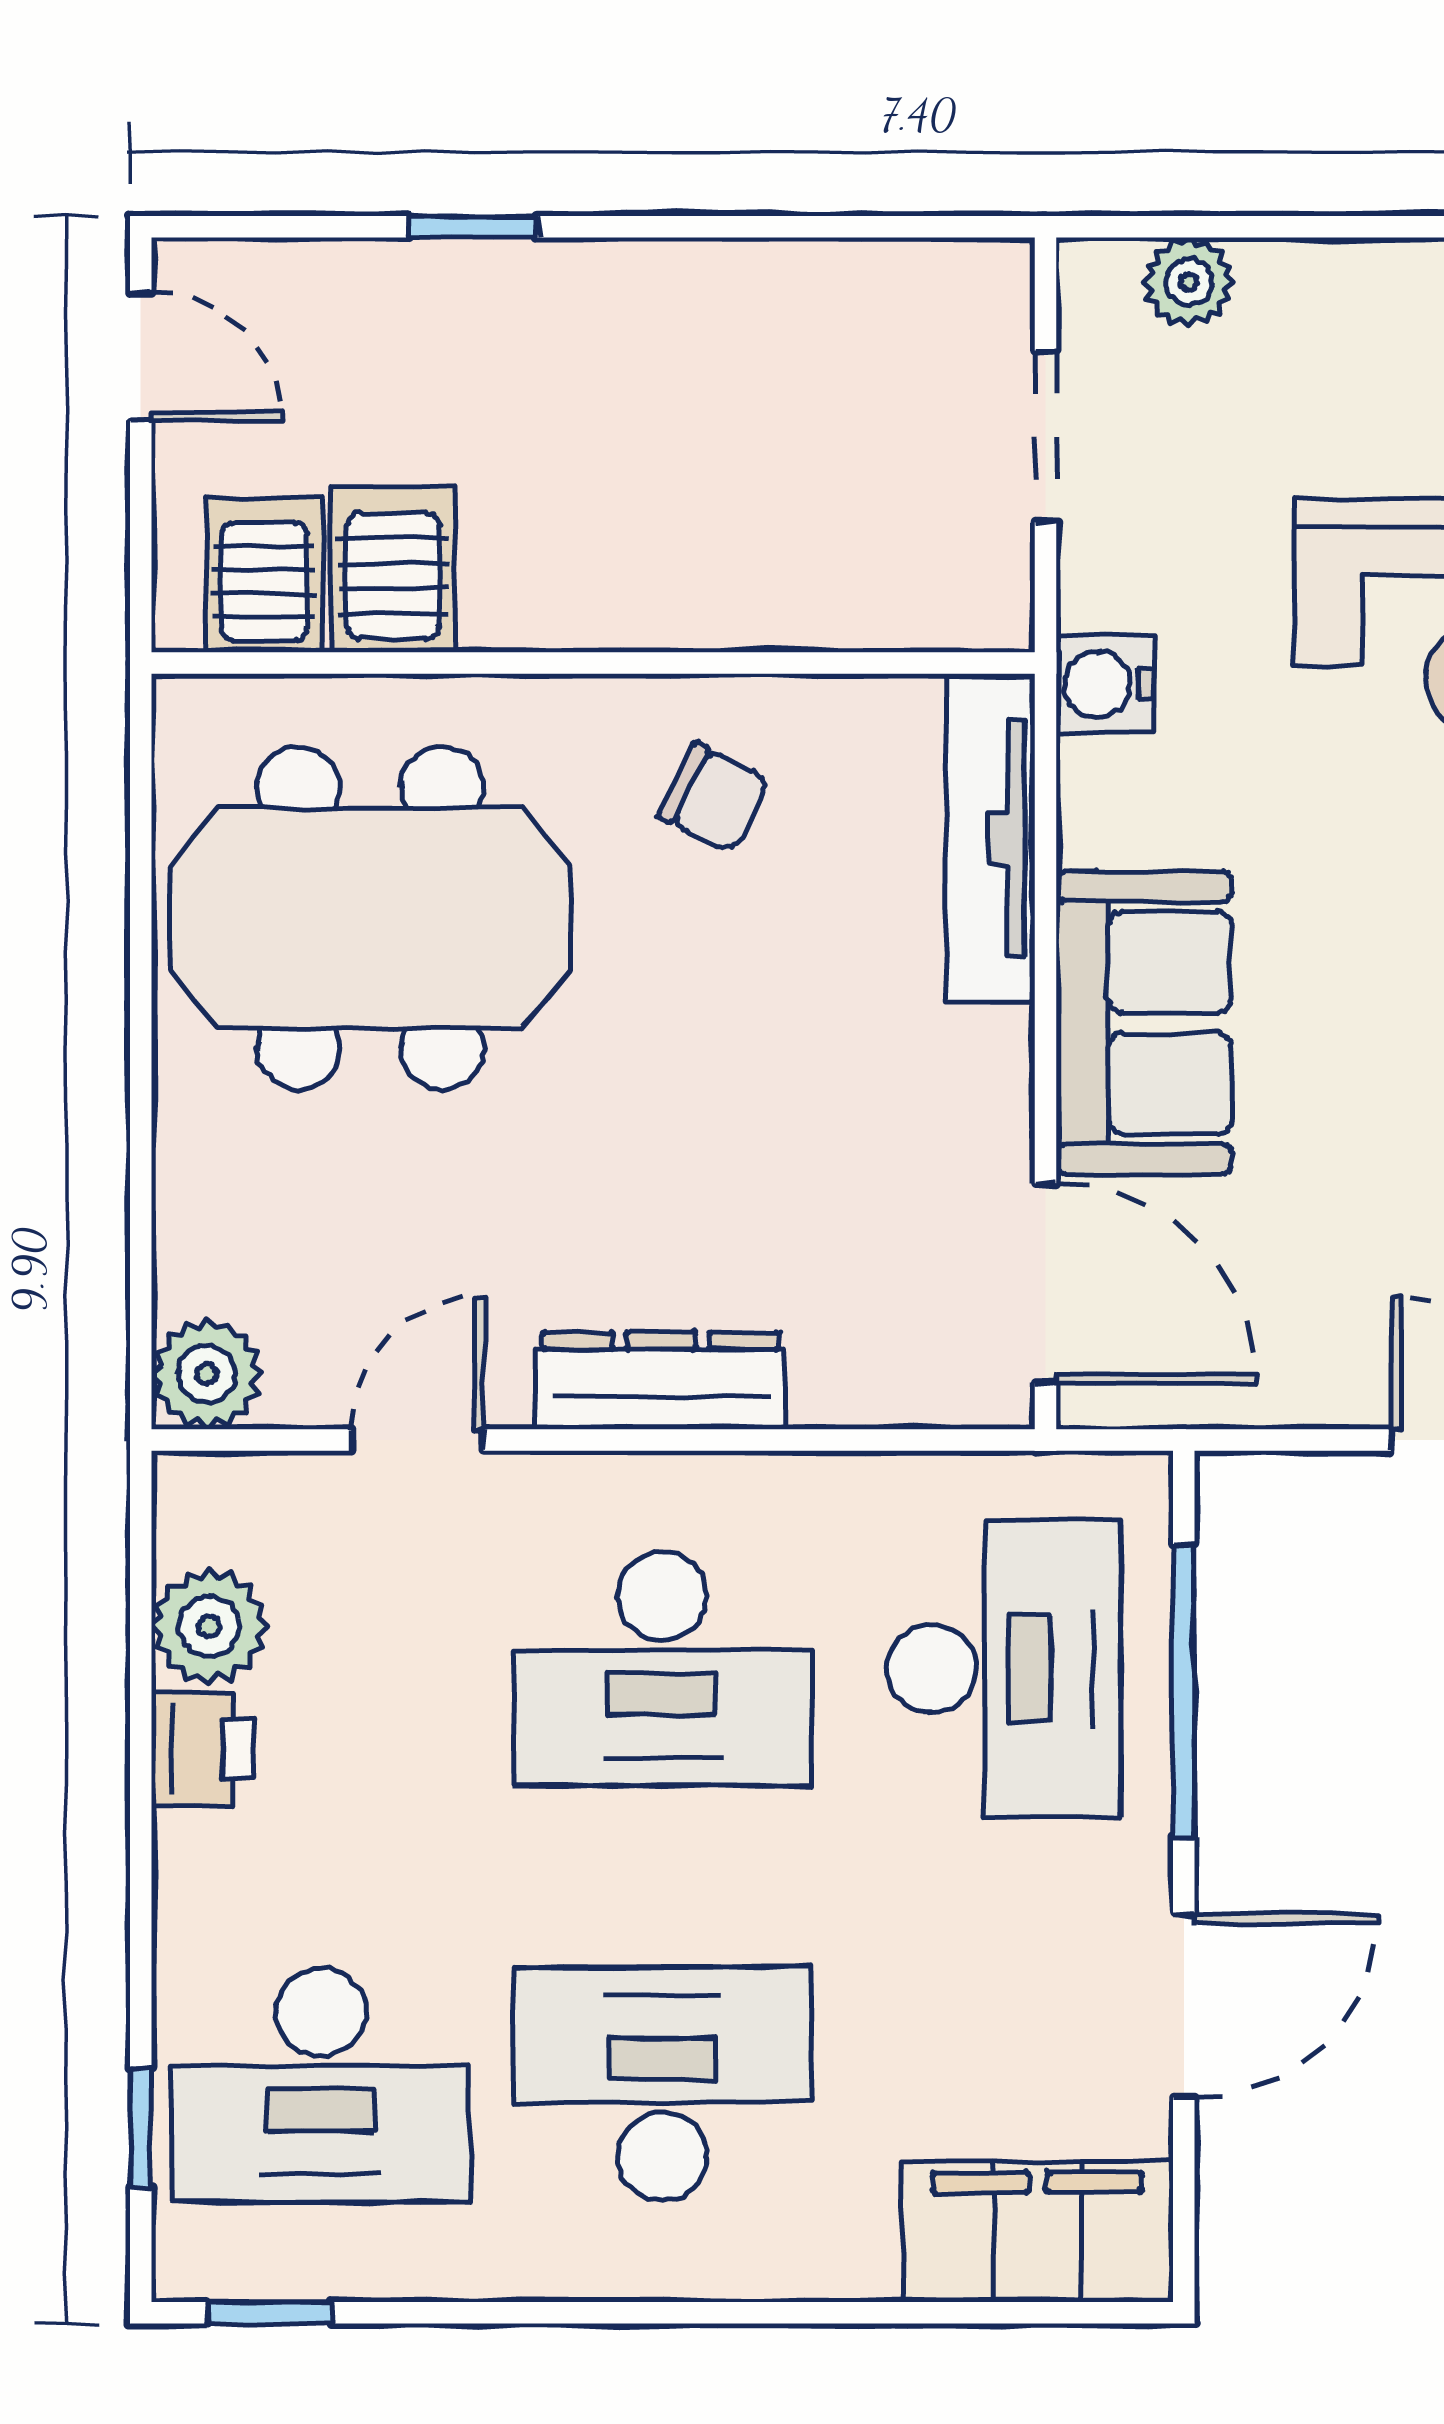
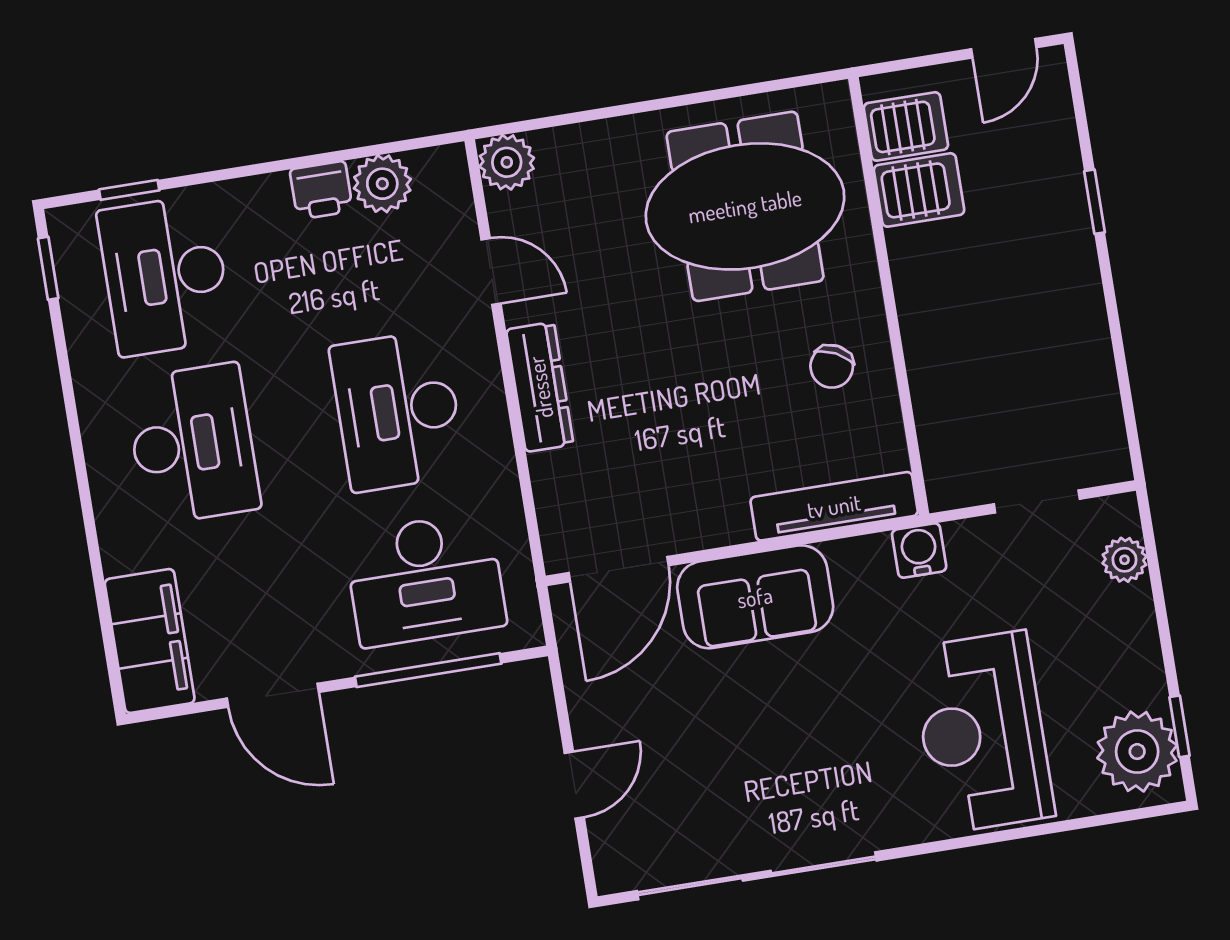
meeting table: (370, 918) -> (745, 206), turned 90

